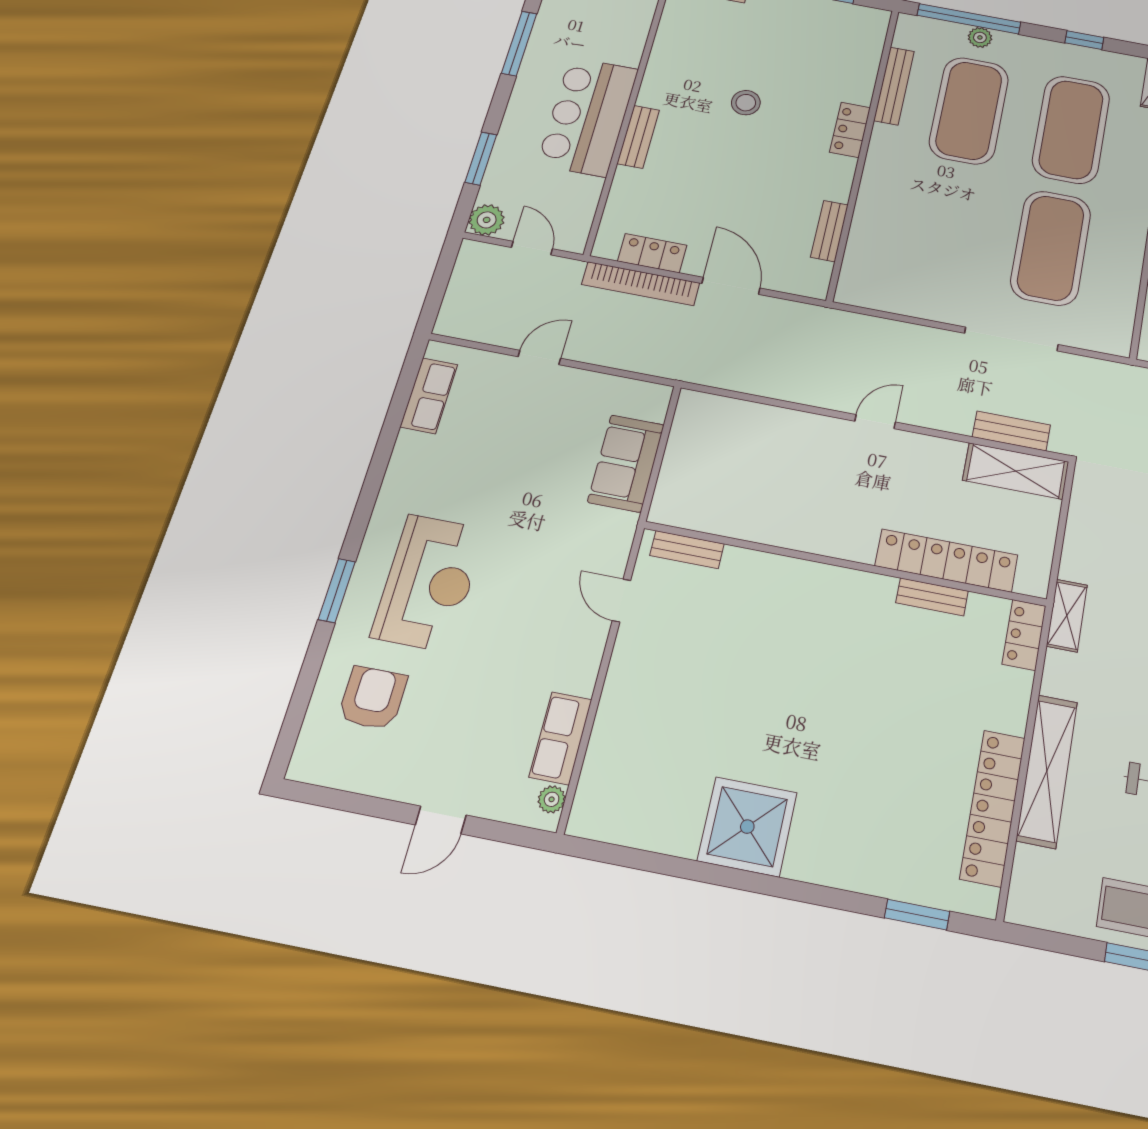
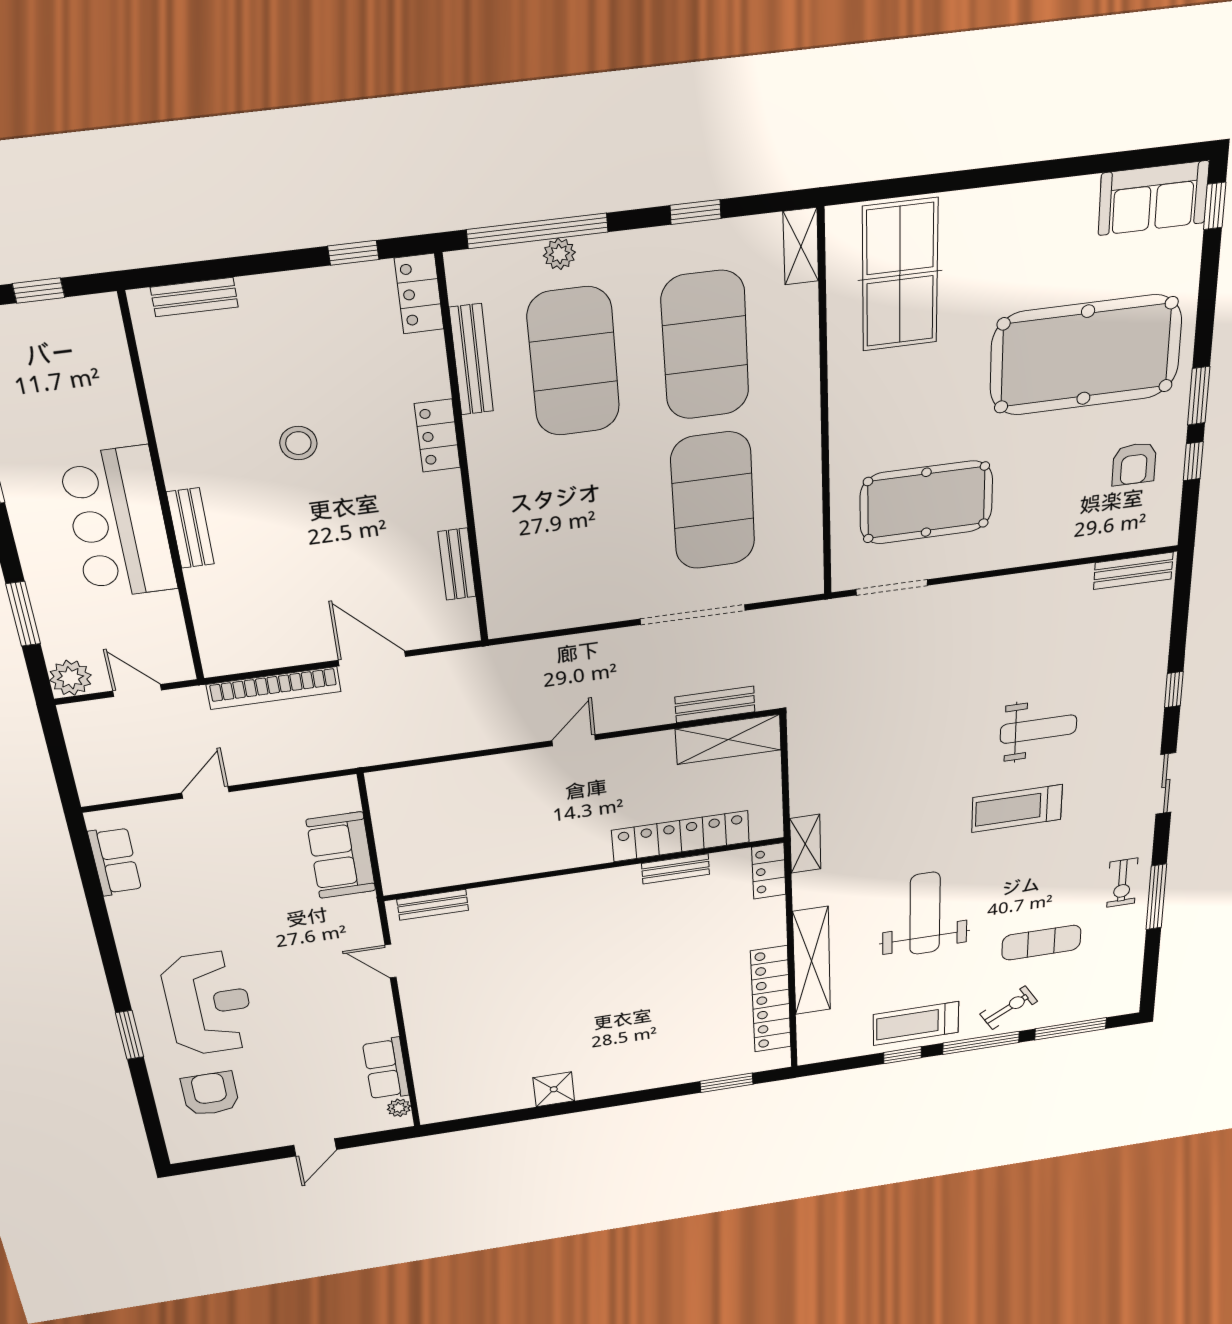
locker: (652, 253) -> (419, 294), moved, turned -90
shower: (747, 827) -> (554, 1089), width x0.54, depth x0.54

